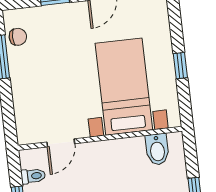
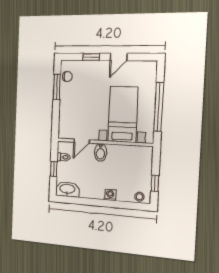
window: (180, 66) -> (159, 107), width x3.17
bidet: (157, 149) -> (101, 152), moved

